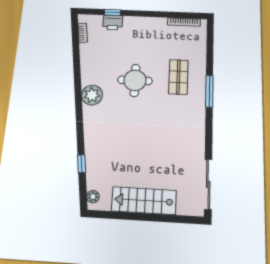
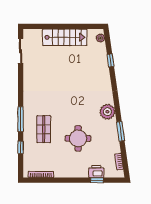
window: (210, 56) -> (21, 147), added
window: (77, 69) -> (121, 131), added
round table: (135, 80) -> (78, 138), moved
sliding door: (208, 184) -> (21, 51), width x0.73

